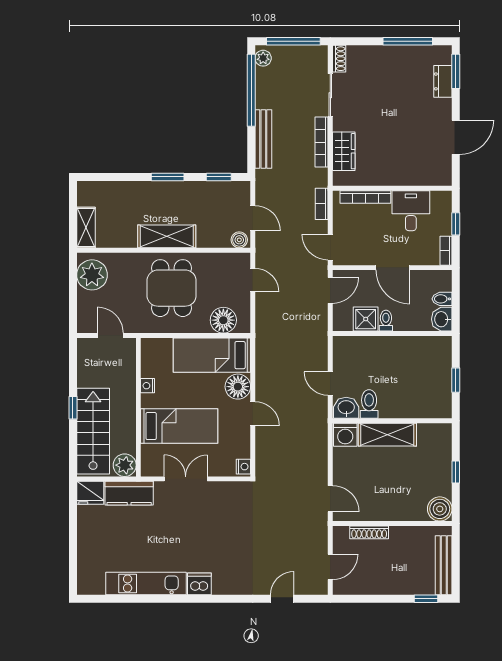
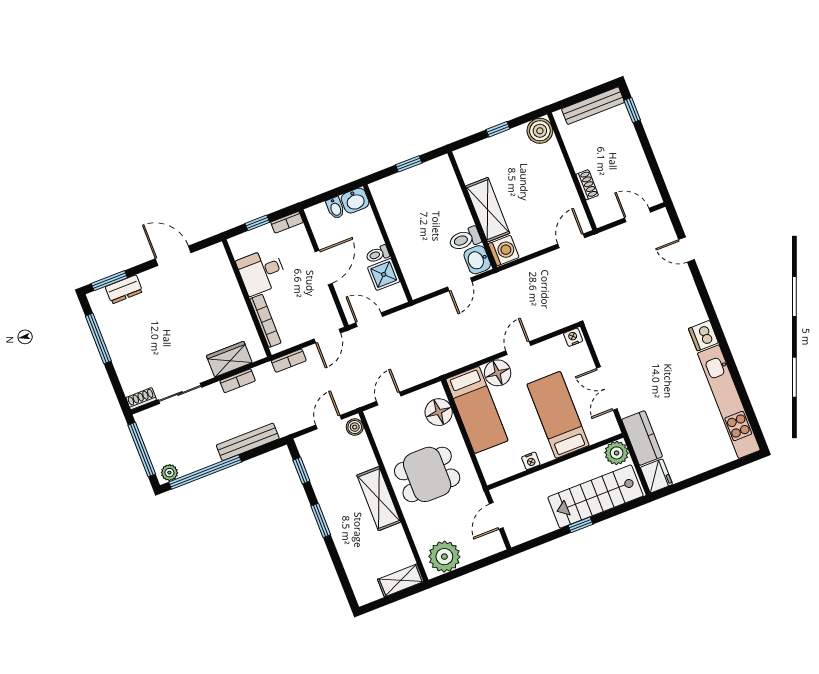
bookcase: (322, 142) -> (238, 381), width x0.64
shoe rack: (369, 532) -> (587, 185), width x0.70
kitchen unit: (146, 583) -> (729, 402), width x1.36

